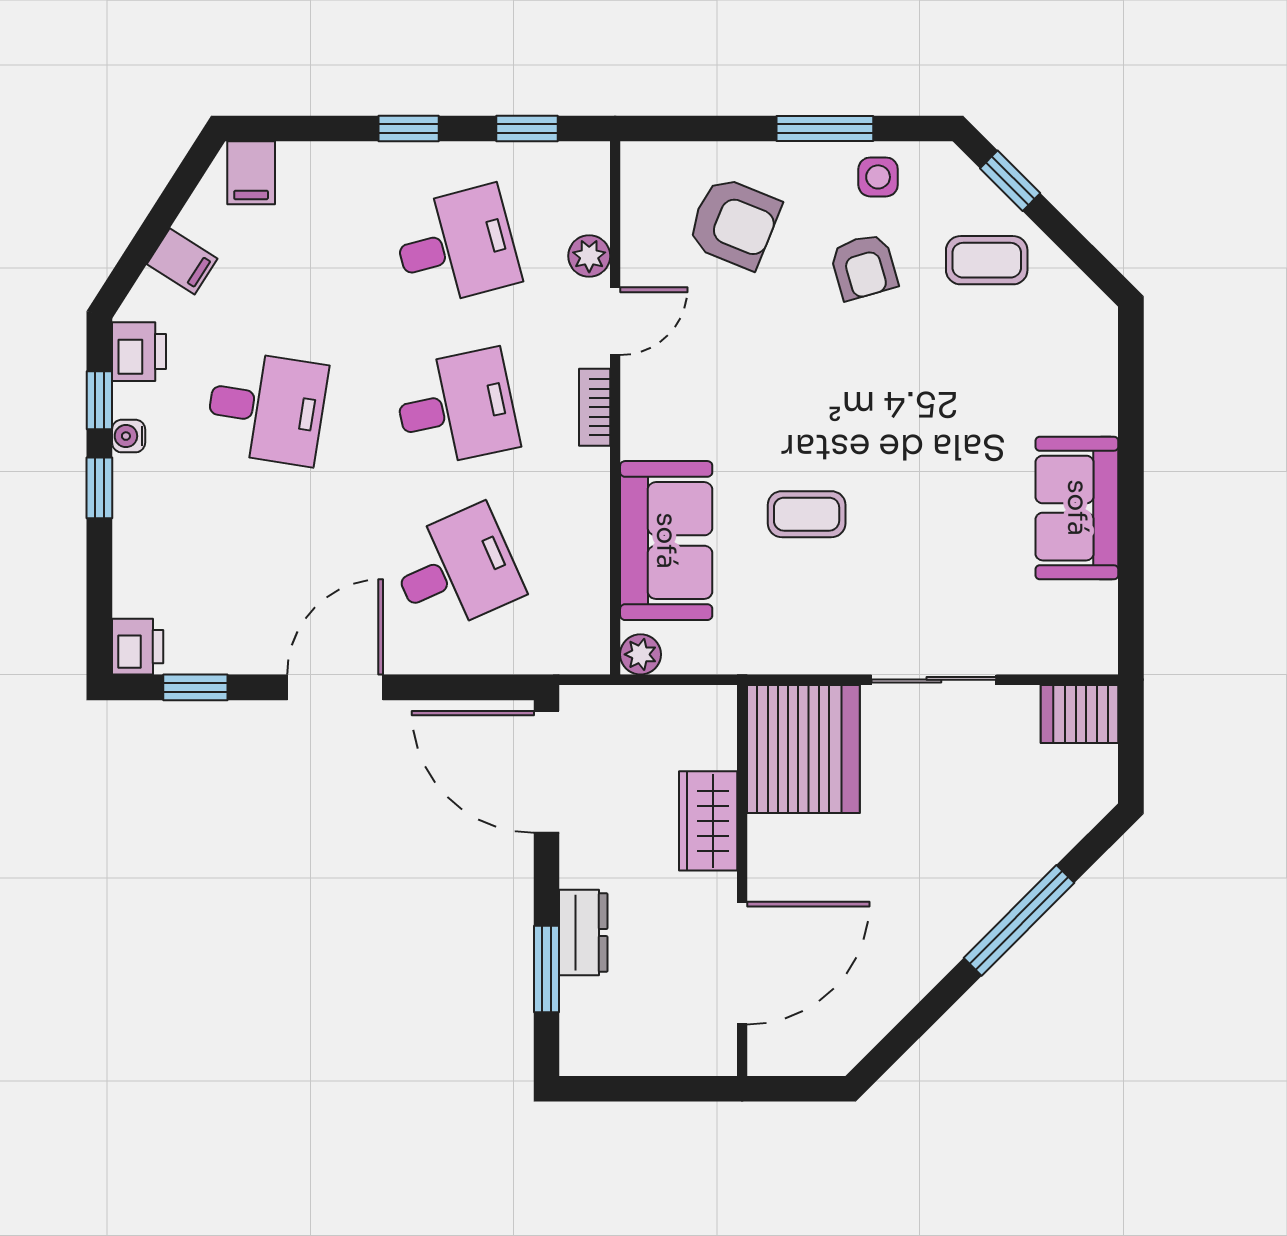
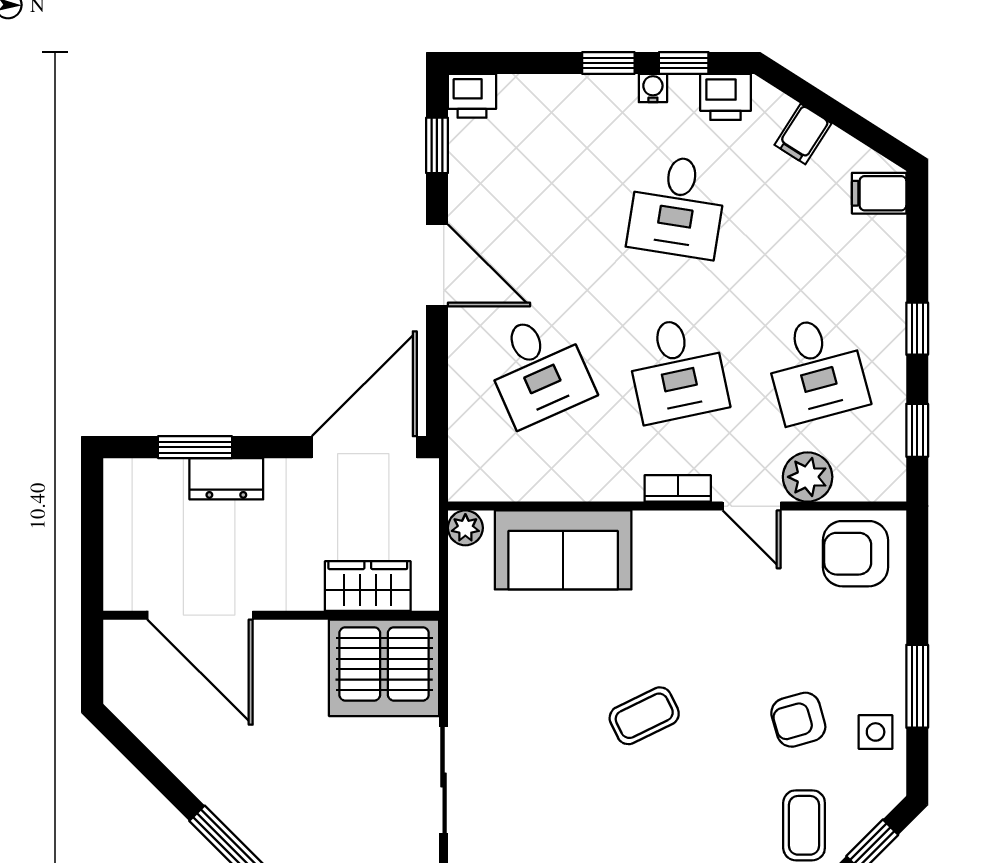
armchair: (734, 223) -> (855, 554), moved, turned 68
plant: (589, 256) -> (808, 477), width x1.38, depth x1.38
coffee table: (807, 514) -> (644, 716), moved, turned 64
wardrobe: (708, 821) -> (368, 586), moved

